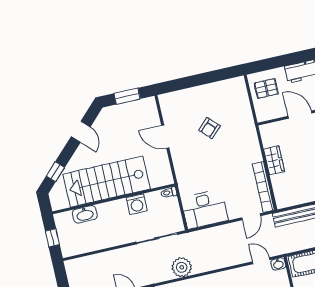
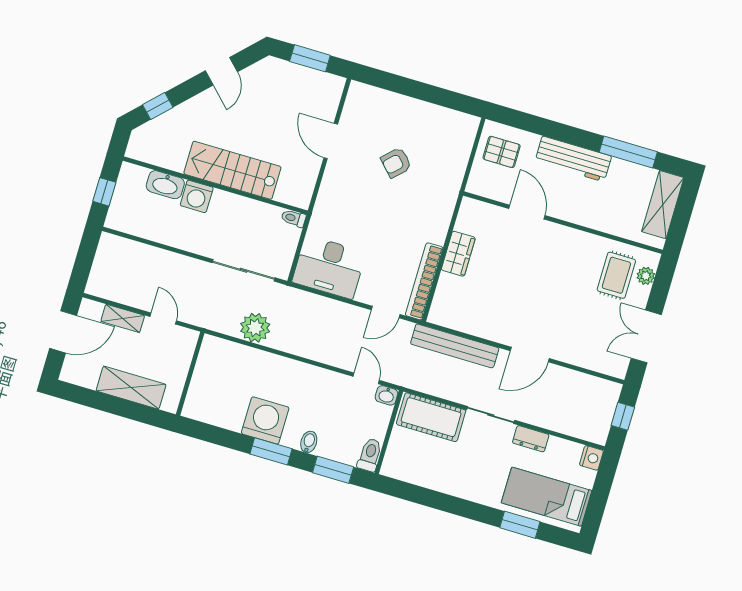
stairs: (107, 182) -> (232, 170), width x0.73, depth x0.66
washing machine: (137, 204) -> (197, 196), moved

